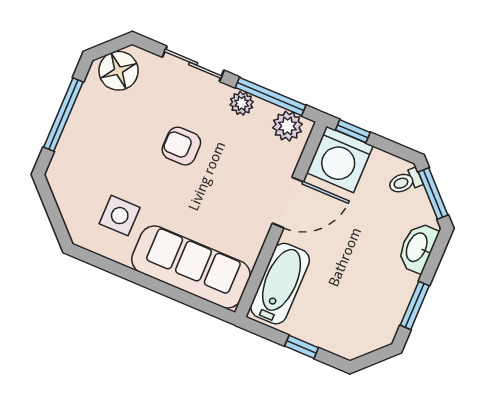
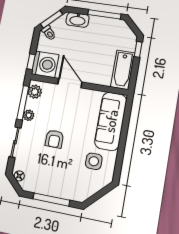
floor lamp: (119, 71) -> (19, 176), width x0.53, depth x0.53
bathtub: (280, 284) -> (123, 70), moved, turned -90
window: (415, 305) -> (104, 14), width x1.44
window: (302, 347) -> (138, 49), moved

